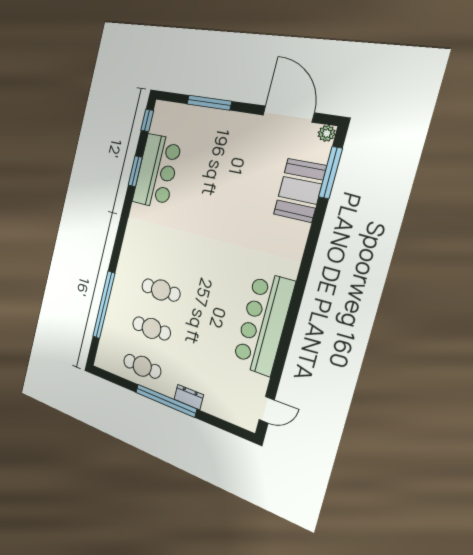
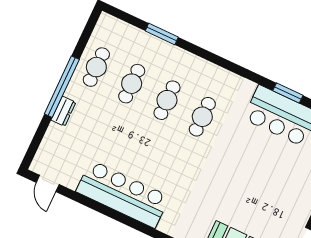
cafe table: (170, 251) -> (202, 117), added
window: (104, 305) -> (162, 34), width x0.47

